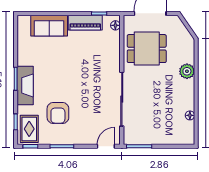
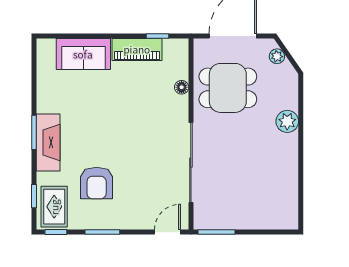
floor lamp: (115, 25) -> (182, 87), moved
plant: (180, 27) -> (277, 56), added
floor lamp: (190, 115) -> (292, 187), removed

